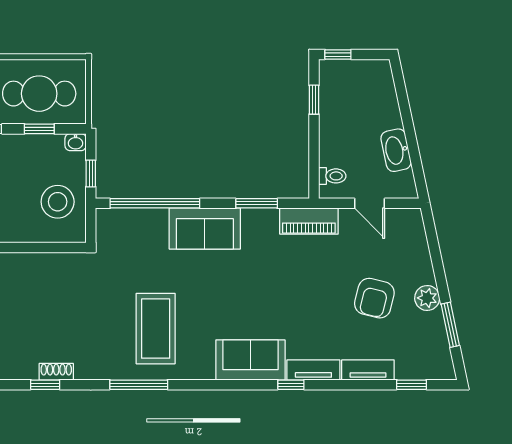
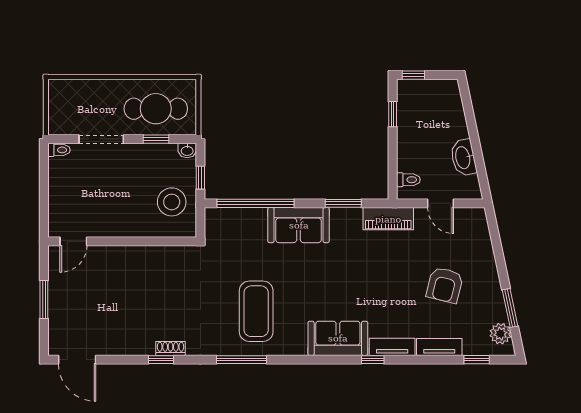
plant: (427, 298) -> (500, 334), moved

